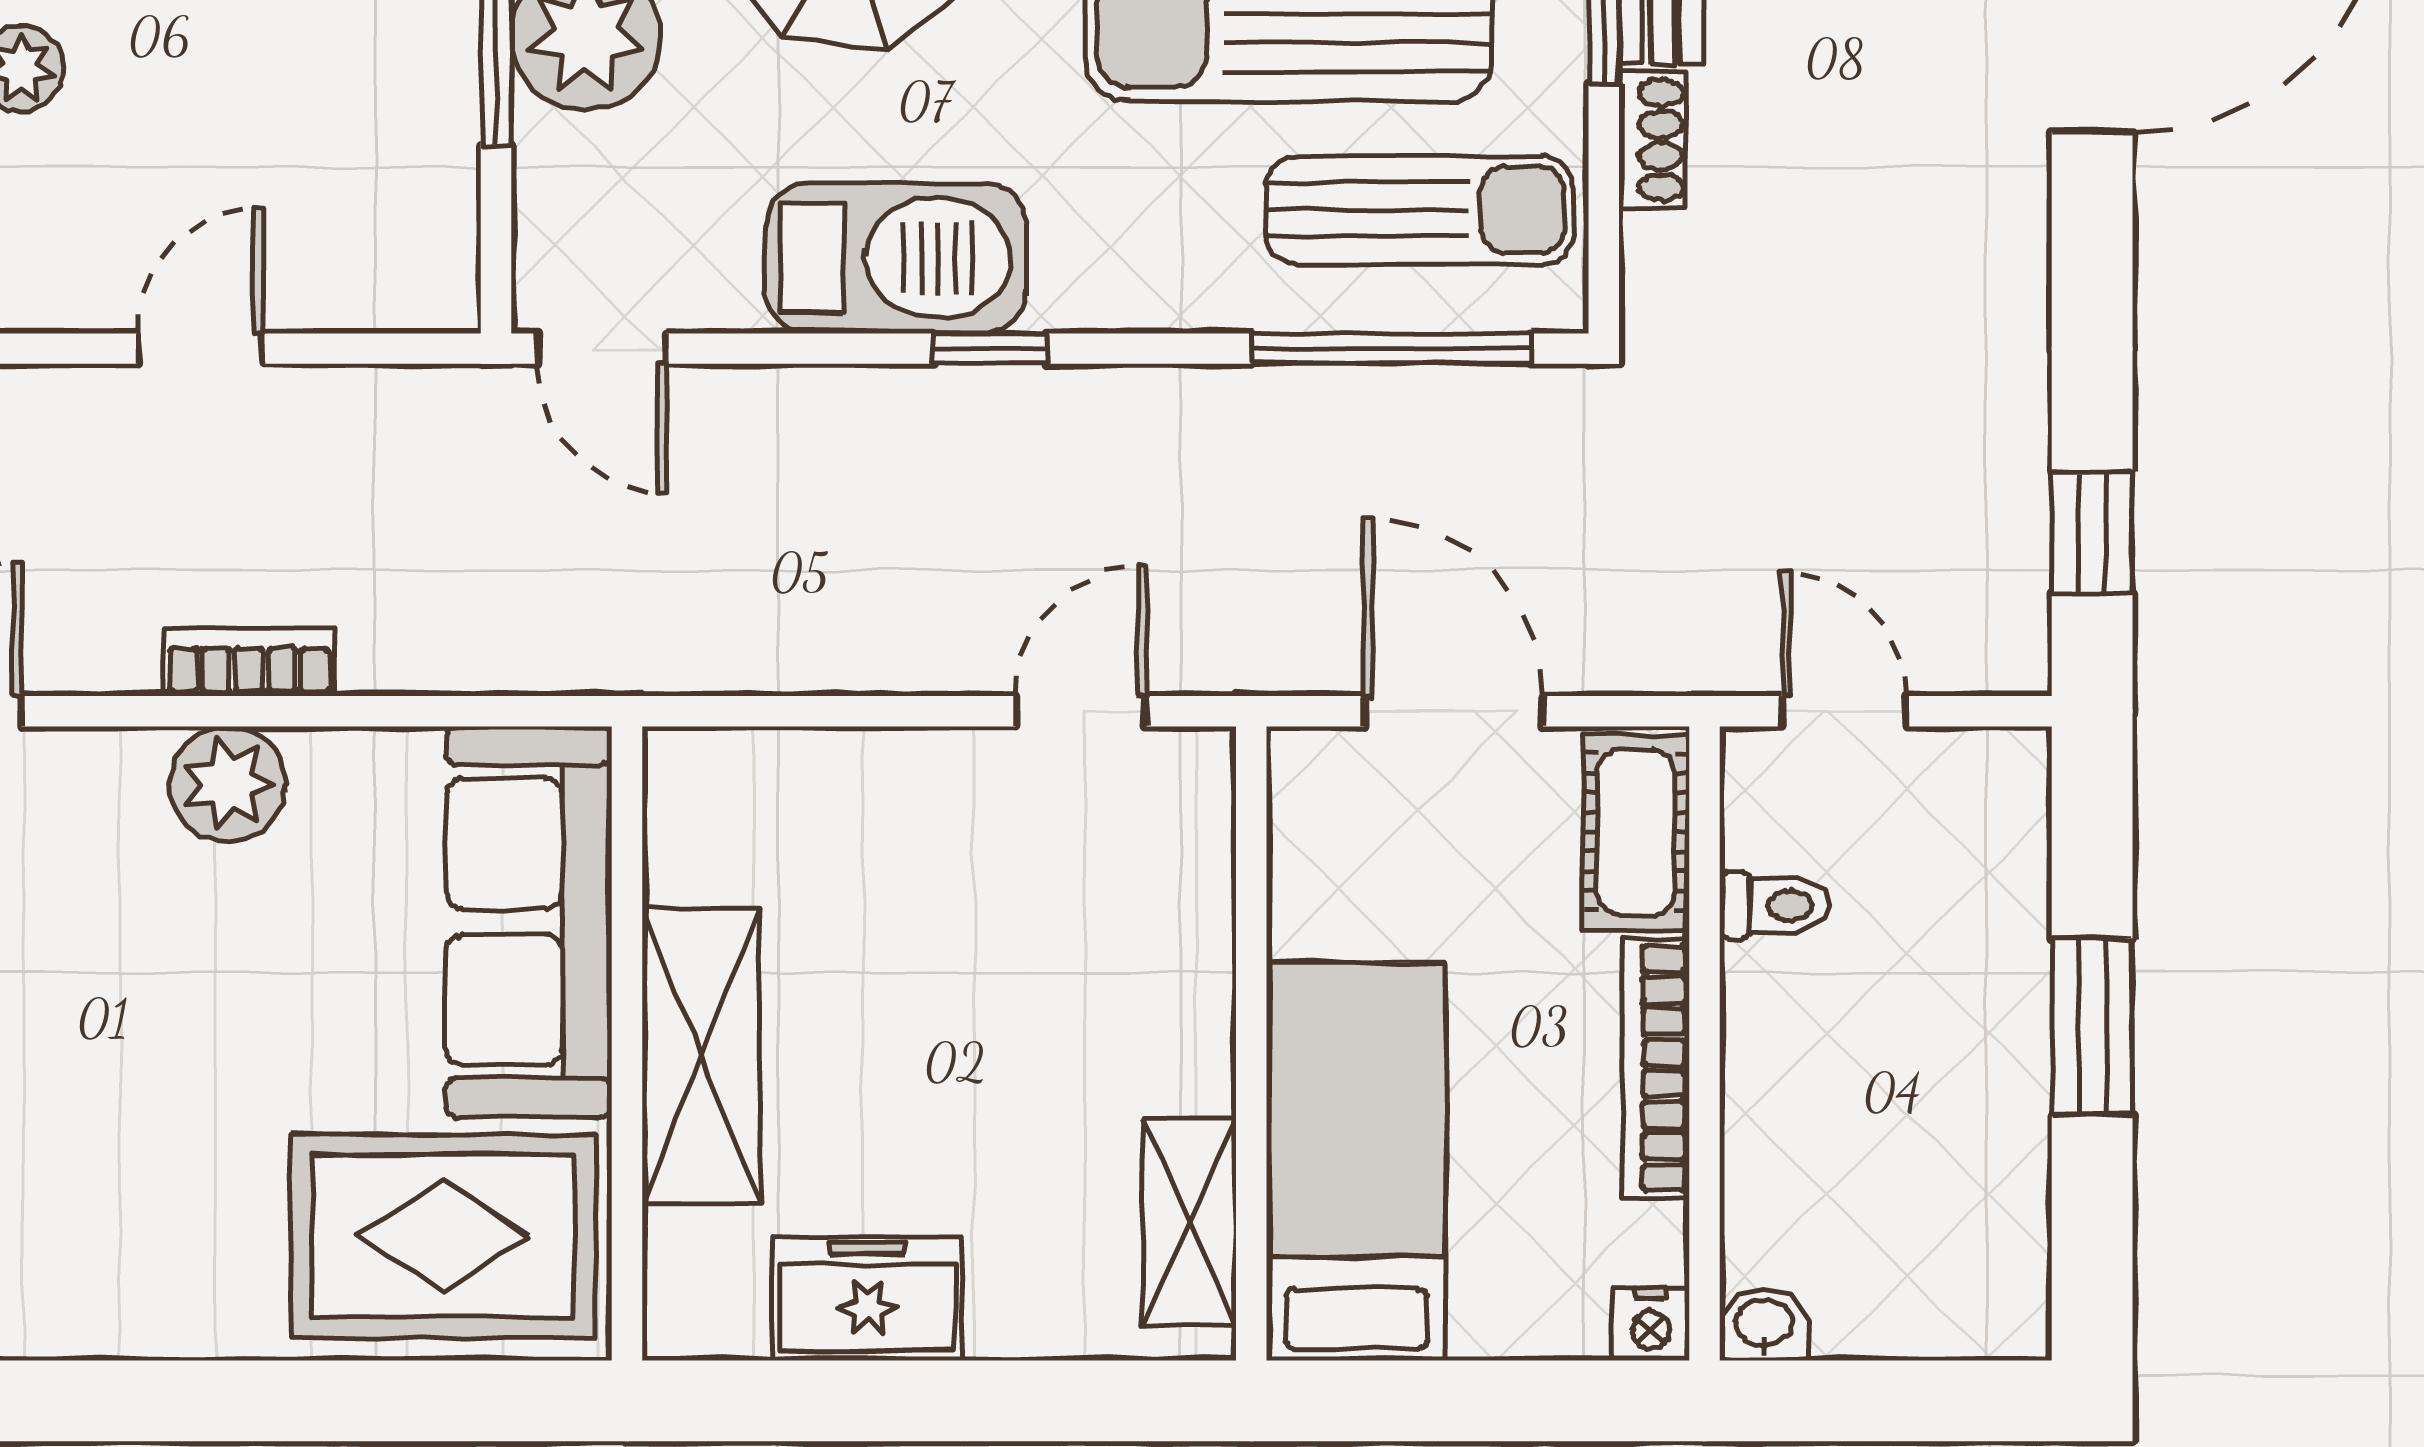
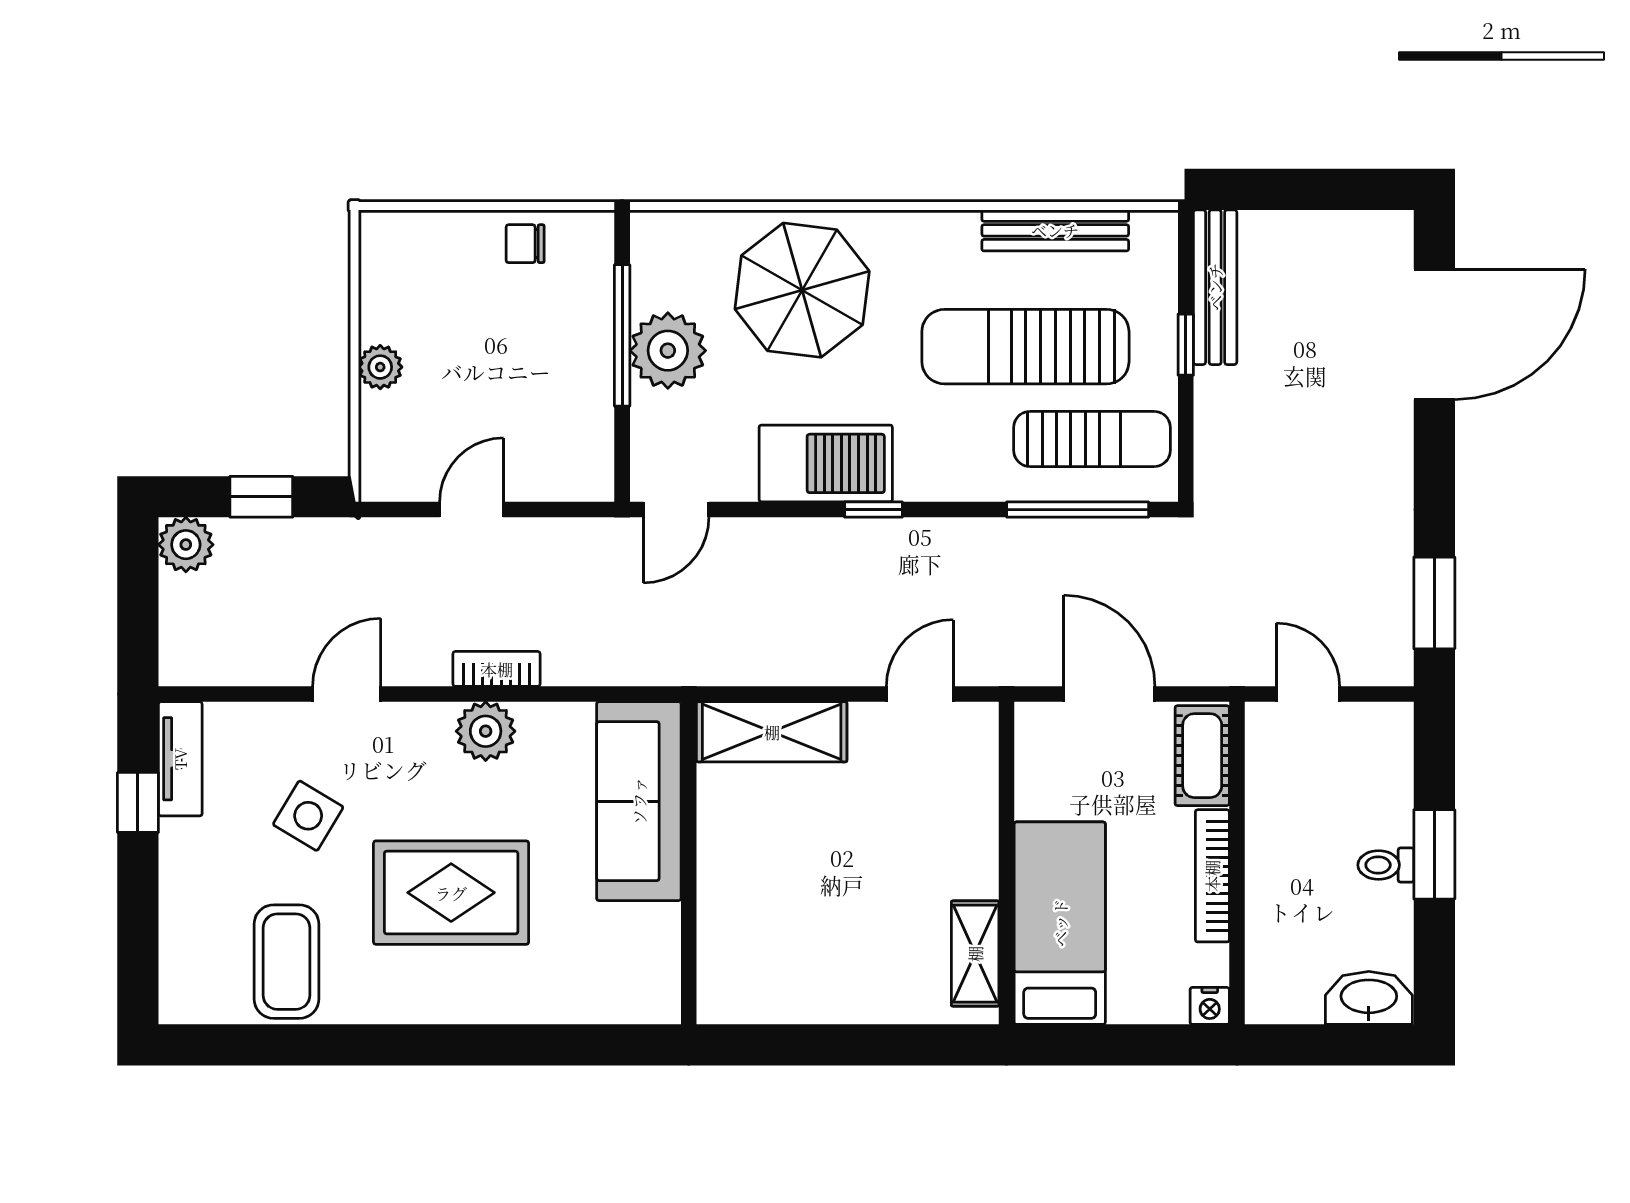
shoe rack: (1652, 140) -> (1210, 403), removed
door: (602, 349) -> (676, 510), hinge flipped
window: (2092, 532) -> (1434, 603), width x1.50
toilet: (1774, 906) -> (1386, 865), moved, turned 180
shelving: (701, 1056) -> (772, 732), moved, turned 90
rug: (443, 1236) -> (451, 893), moved
freezer: (867, 1299) -> (811, 993), removed
washbasin: (1764, 1325) -> (1369, 998), moved, width x1.91, depth x1.45

